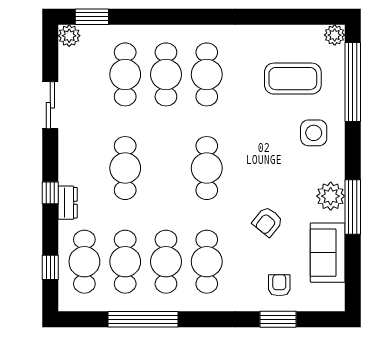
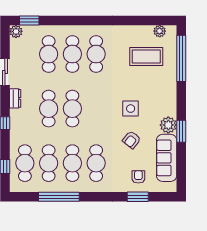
plant: (335, 35) -> (160, 31), moved
side table: (314, 133) -> (131, 109), moved
cafe table: (207, 168) -> (72, 109), moved
dresser: (68, 203) -> (15, 98), moved
window: (353, 207) -> (181, 131), width x0.69
sofa: (328, 253) -> (167, 158), width x1.36

